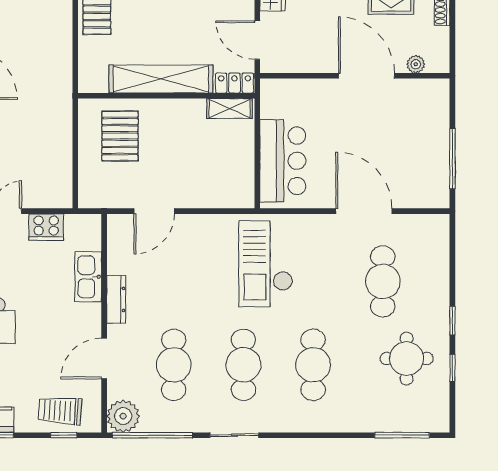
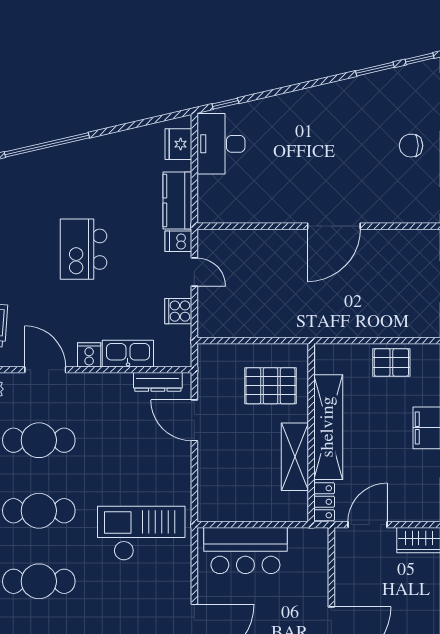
shelving: (230, 109) -> (295, 457), moved, width x1.50, depth x1.33
cooker: (46, 227) -> (178, 311), width x0.73
dresser: (116, 299) -> (158, 382), moved
cooker: (89, 315) -> (89, 355), added

